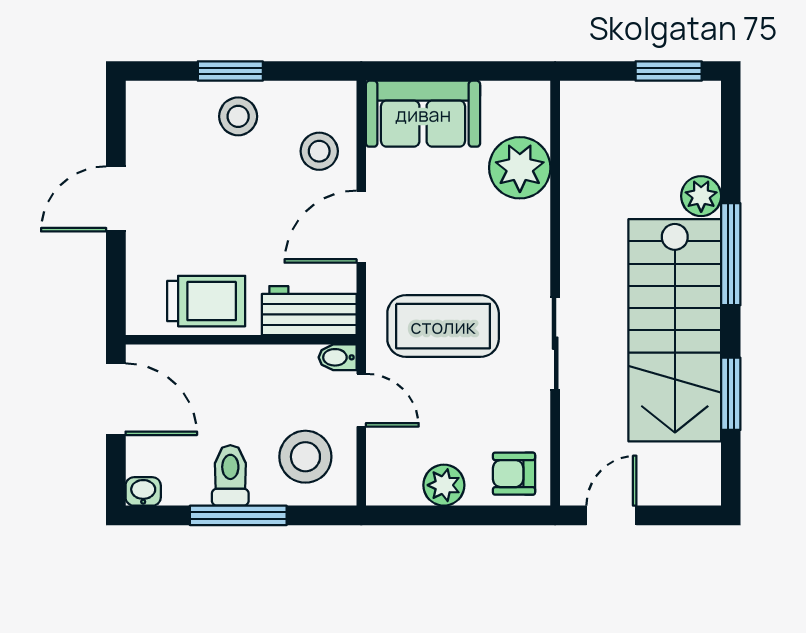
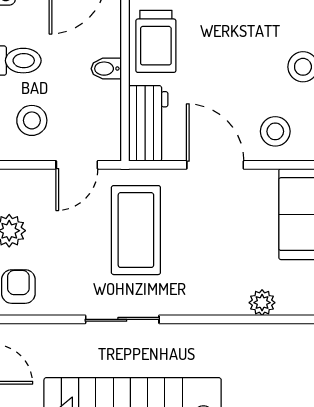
plant: (520, 168) -> (262, 303), width x0.53, depth x0.53
bidet: (338, 357) -> (106, 69), moved, turned -90
stool: (305, 457) -> (32, 120), width x0.73, depth x0.73

